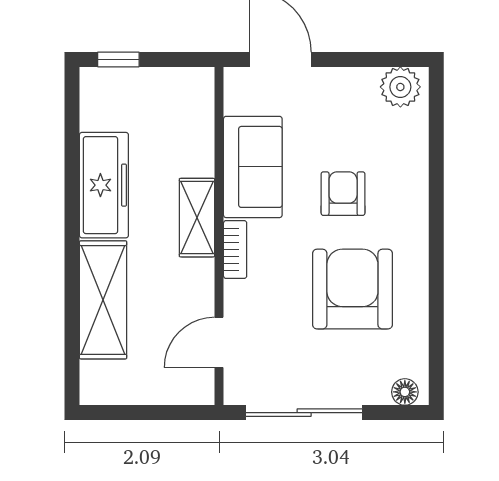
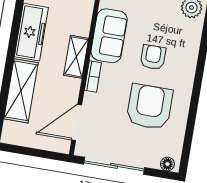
door: (219, 342) -> (77, 123), width x1.38

